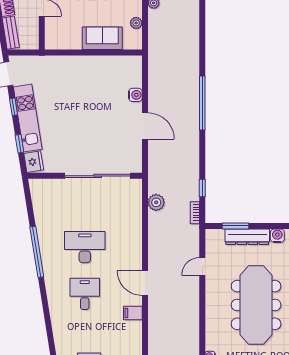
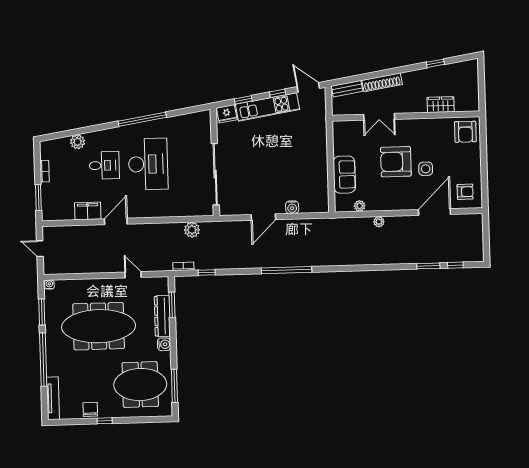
desk: (85, 247) -> (148, 164), width x1.36, depth x1.30
filing cabinet: (133, 313) -> (88, 211), width x2.00
plant: (59, 322) -> (78, 142), added

